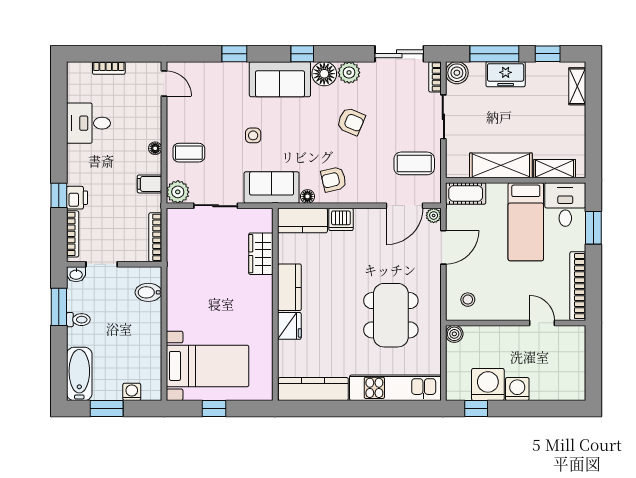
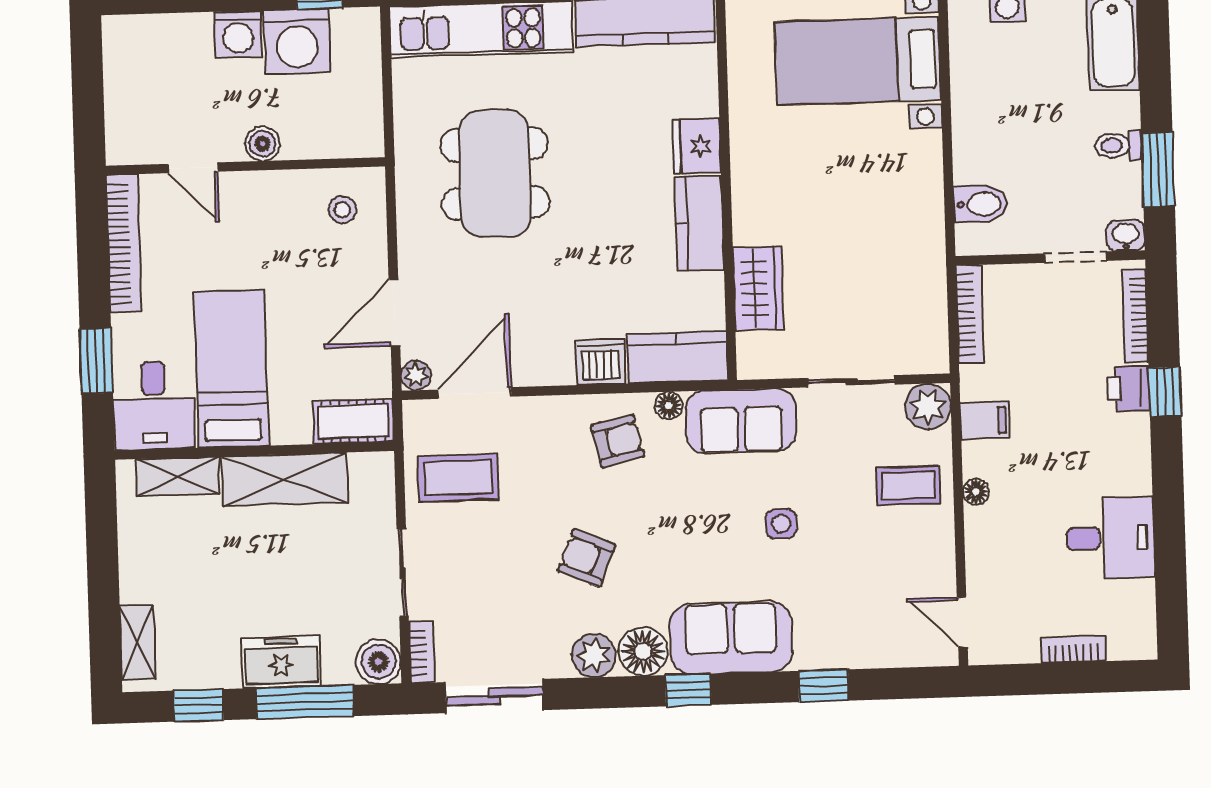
boiler: (454, 334) -> (262, 144), moved

